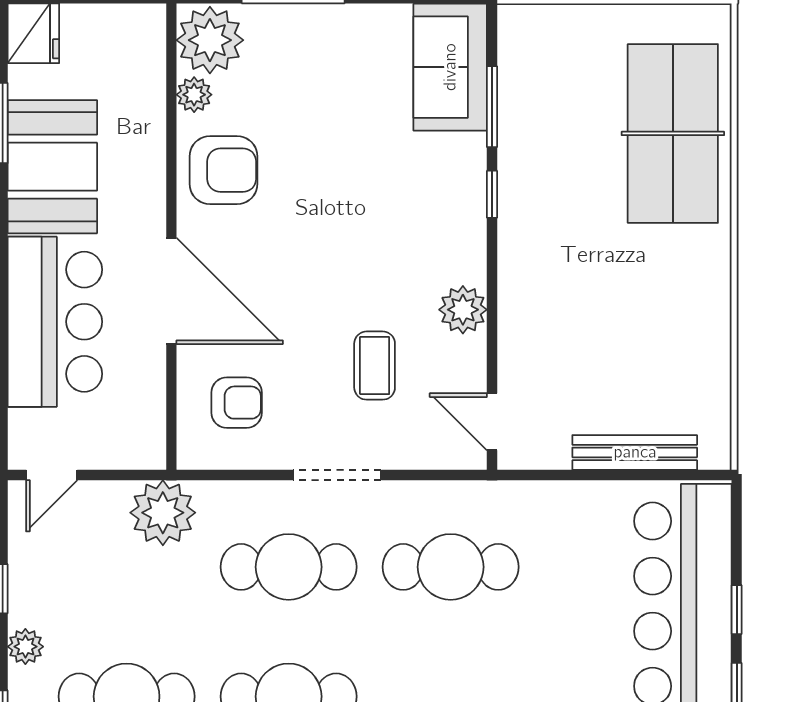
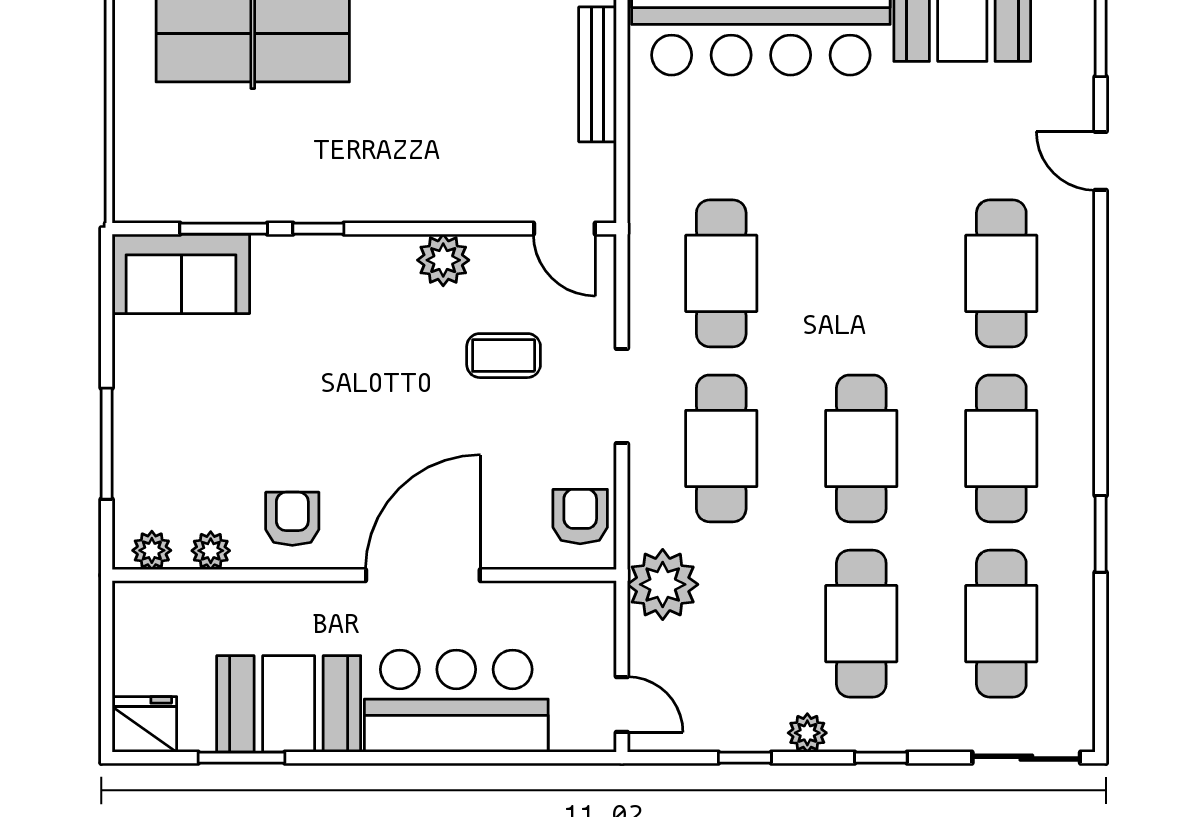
plant: (210, 40) -> (152, 550), width x0.53, depth x0.53
armchair: (223, 170) -> (292, 519), width x0.72, depth x0.72
armchair: (237, 403) -> (580, 517), moved
door: (492, 422) -> (564, 229), hinge flipped

